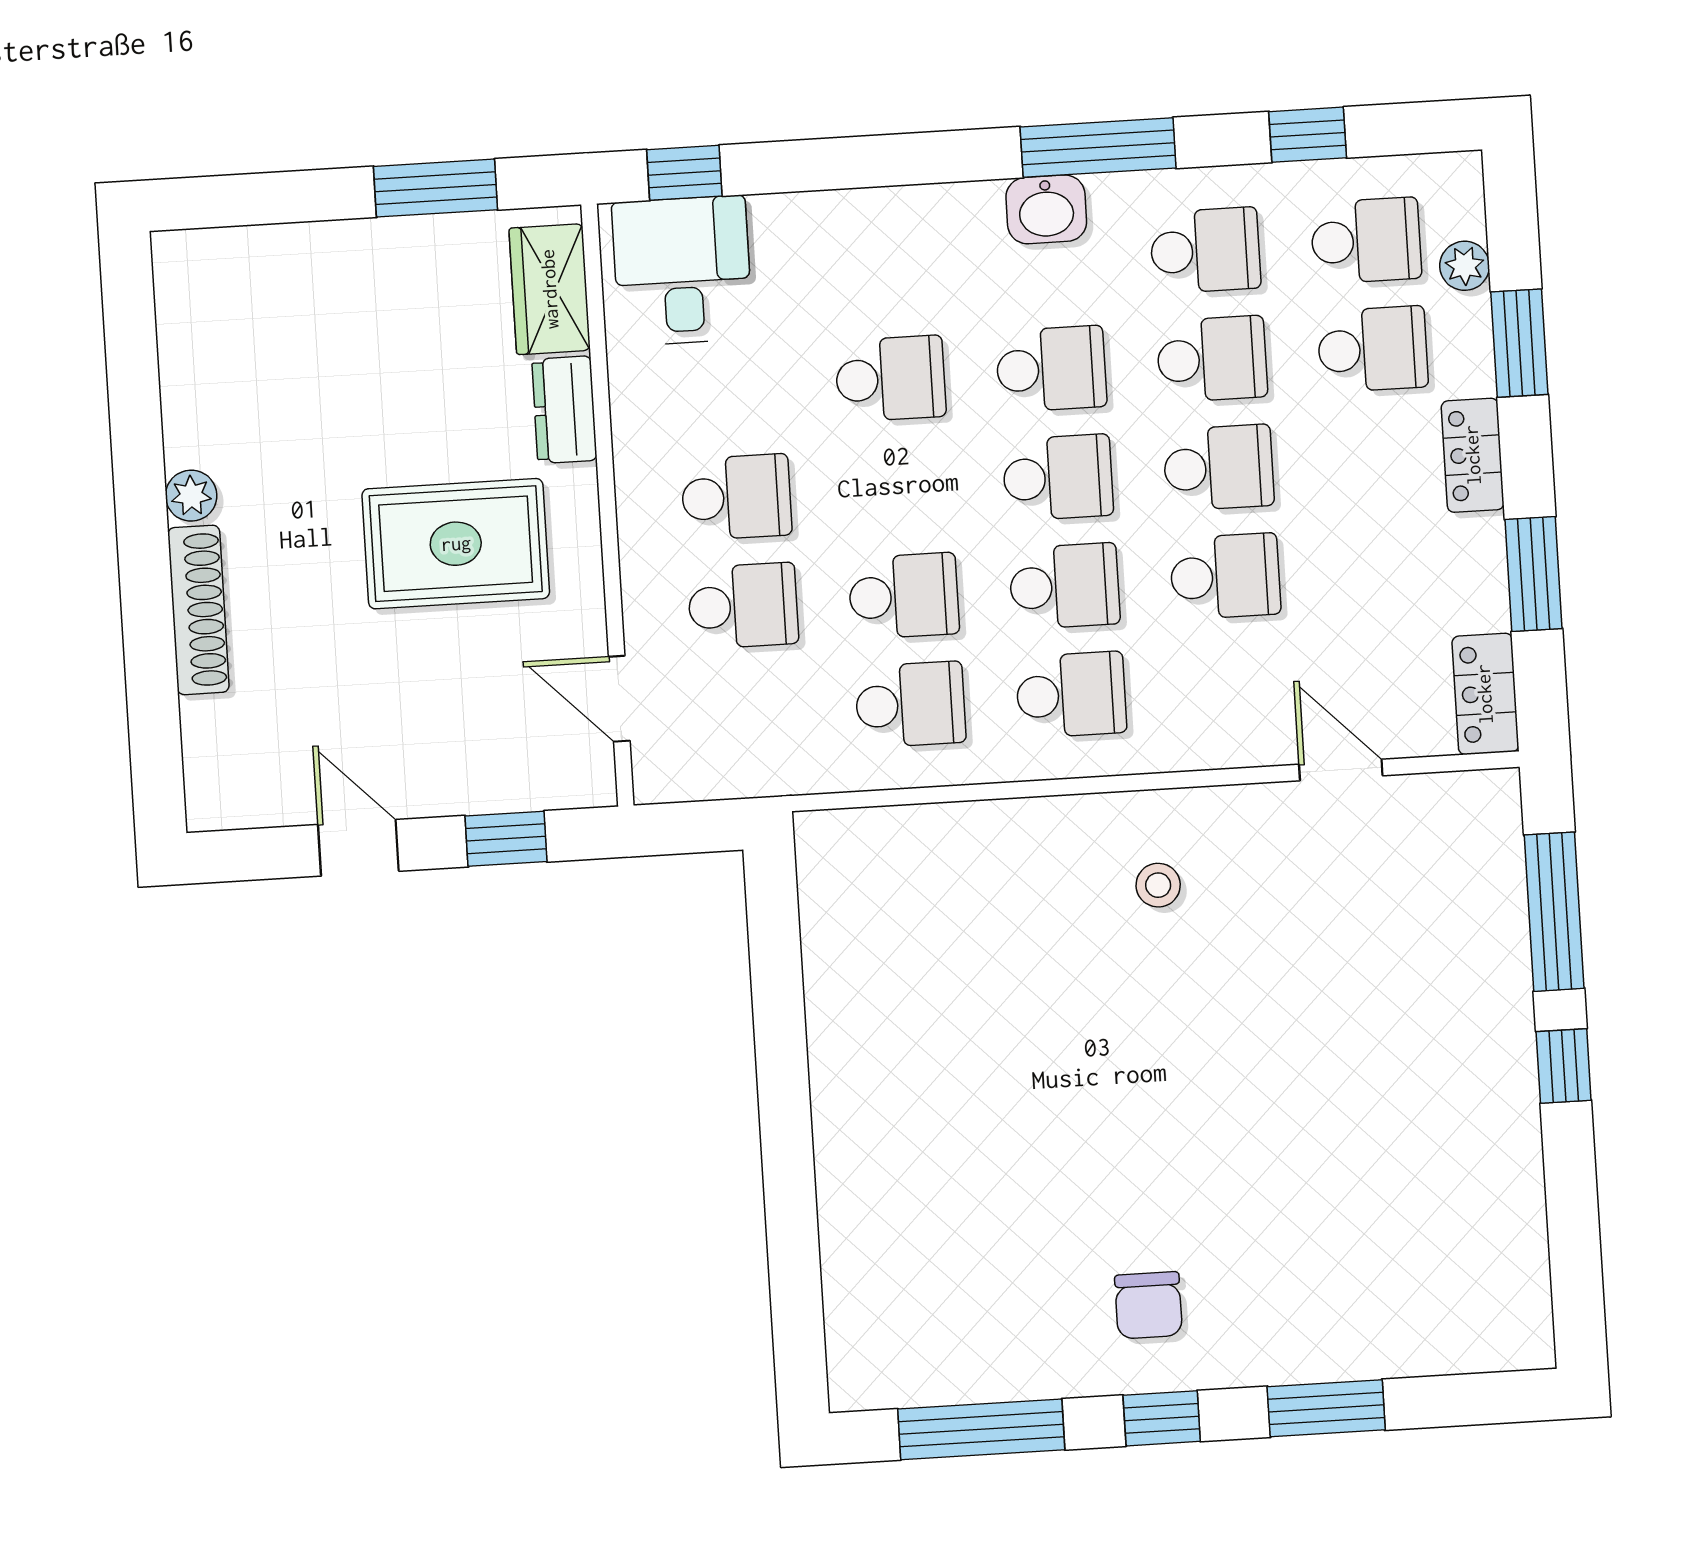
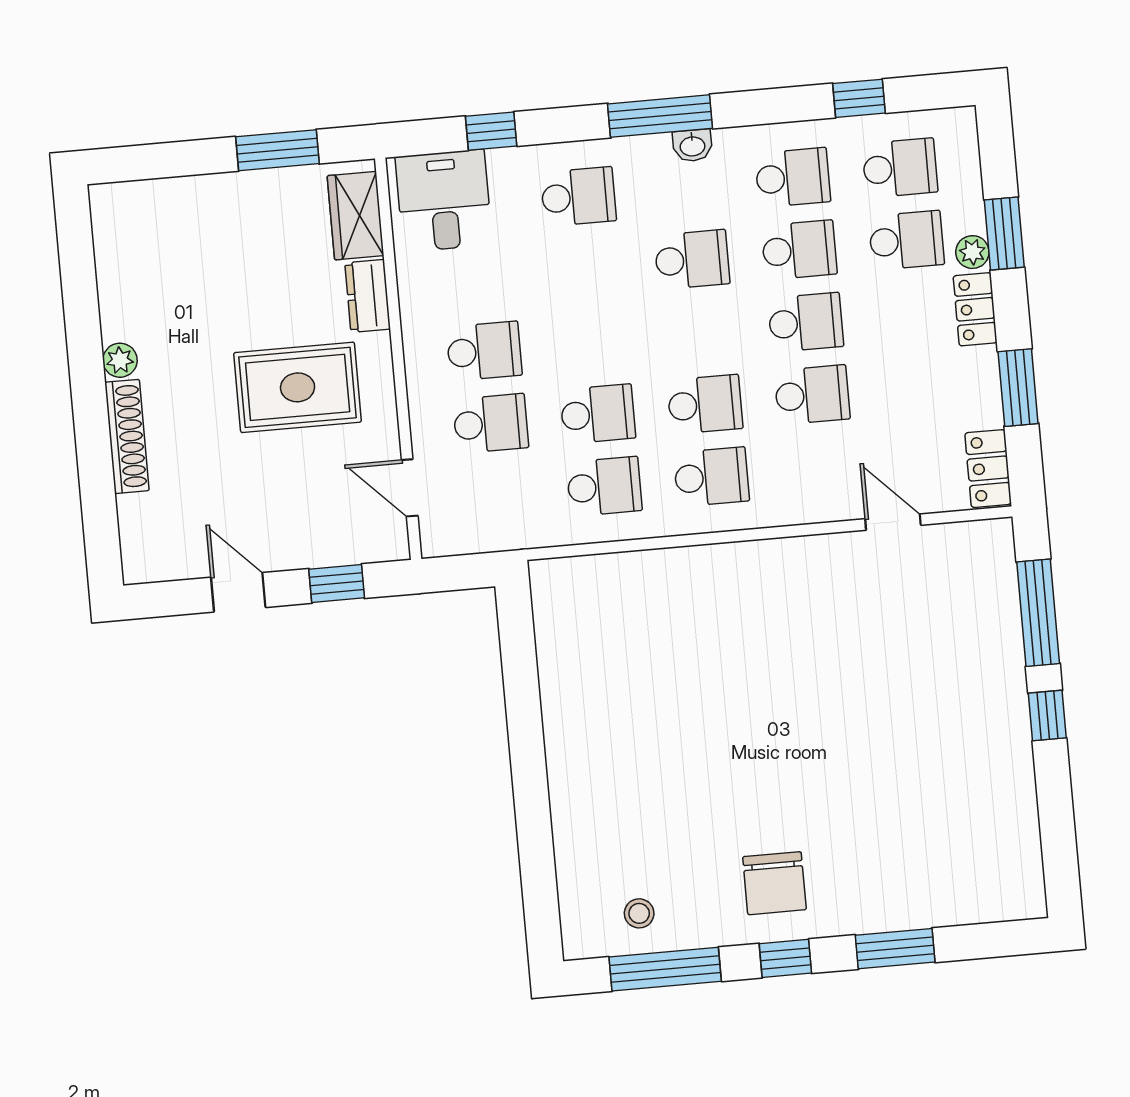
window: (1098, 148) -> (660, 116), moved
window: (684, 173) -> (491, 131), moved
washbasin: (1046, 209) -> (692, 146), width x0.72, depth x0.69
plant: (1465, 266) -> (972, 252), moved
school desk: (890, 379) -> (578, 197), moved
school desk: (1058, 477) -> (698, 332), removed
stool: (1158, 885) -> (639, 913), moved
chair: (1148, 1305) -> (774, 883), width x1.37, depth x1.37

